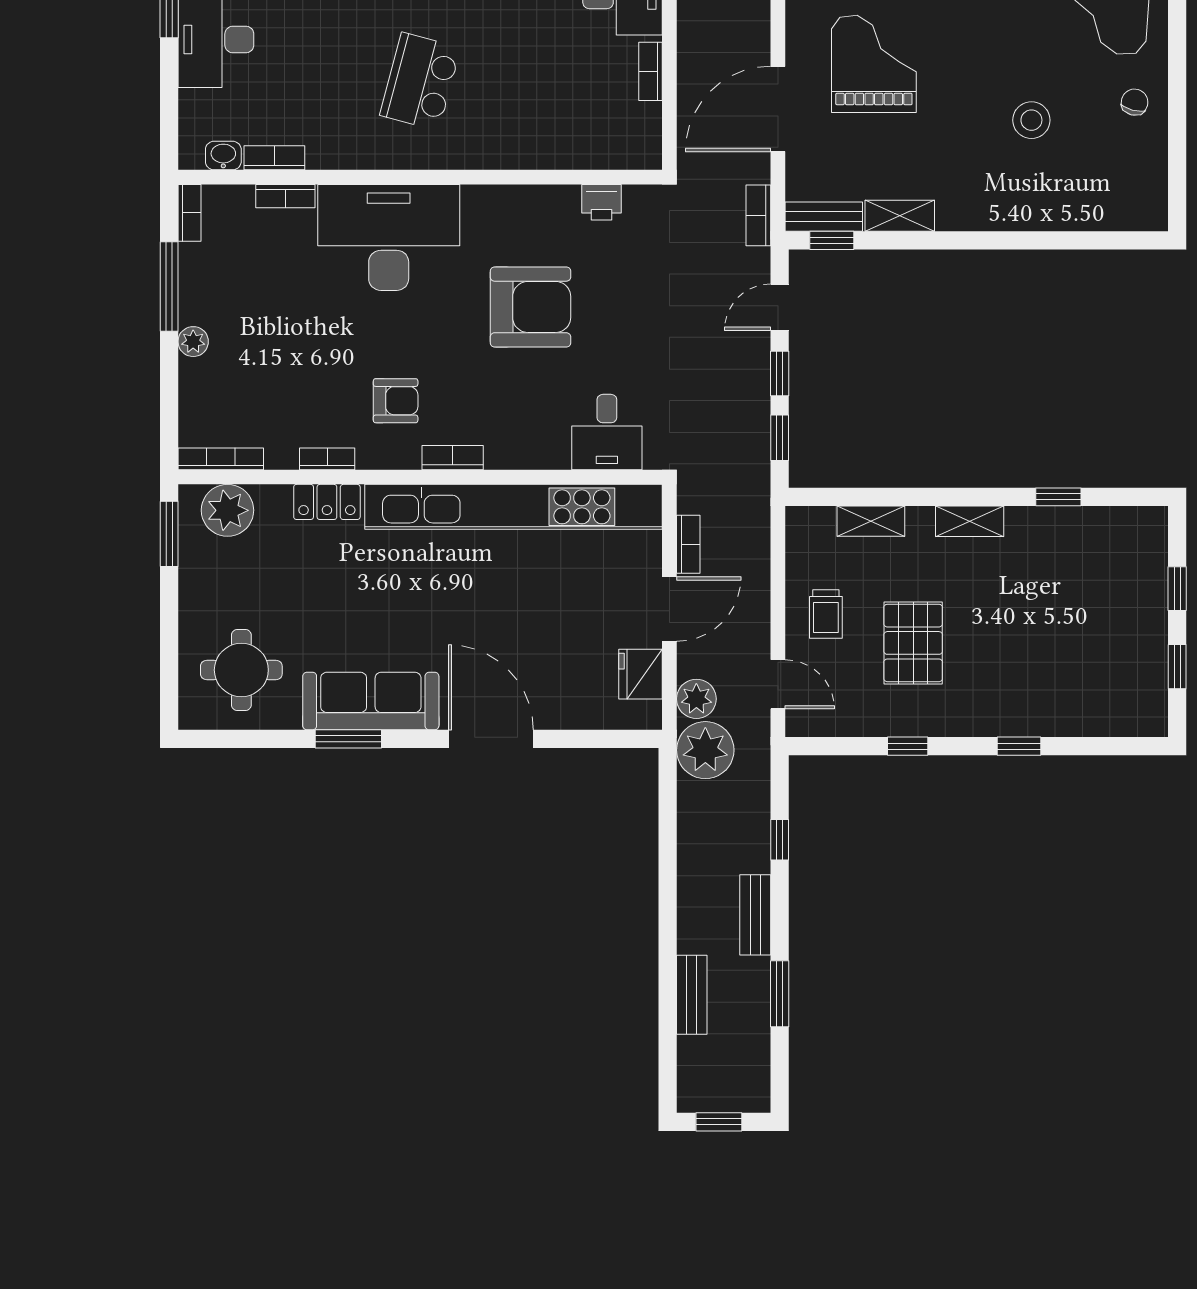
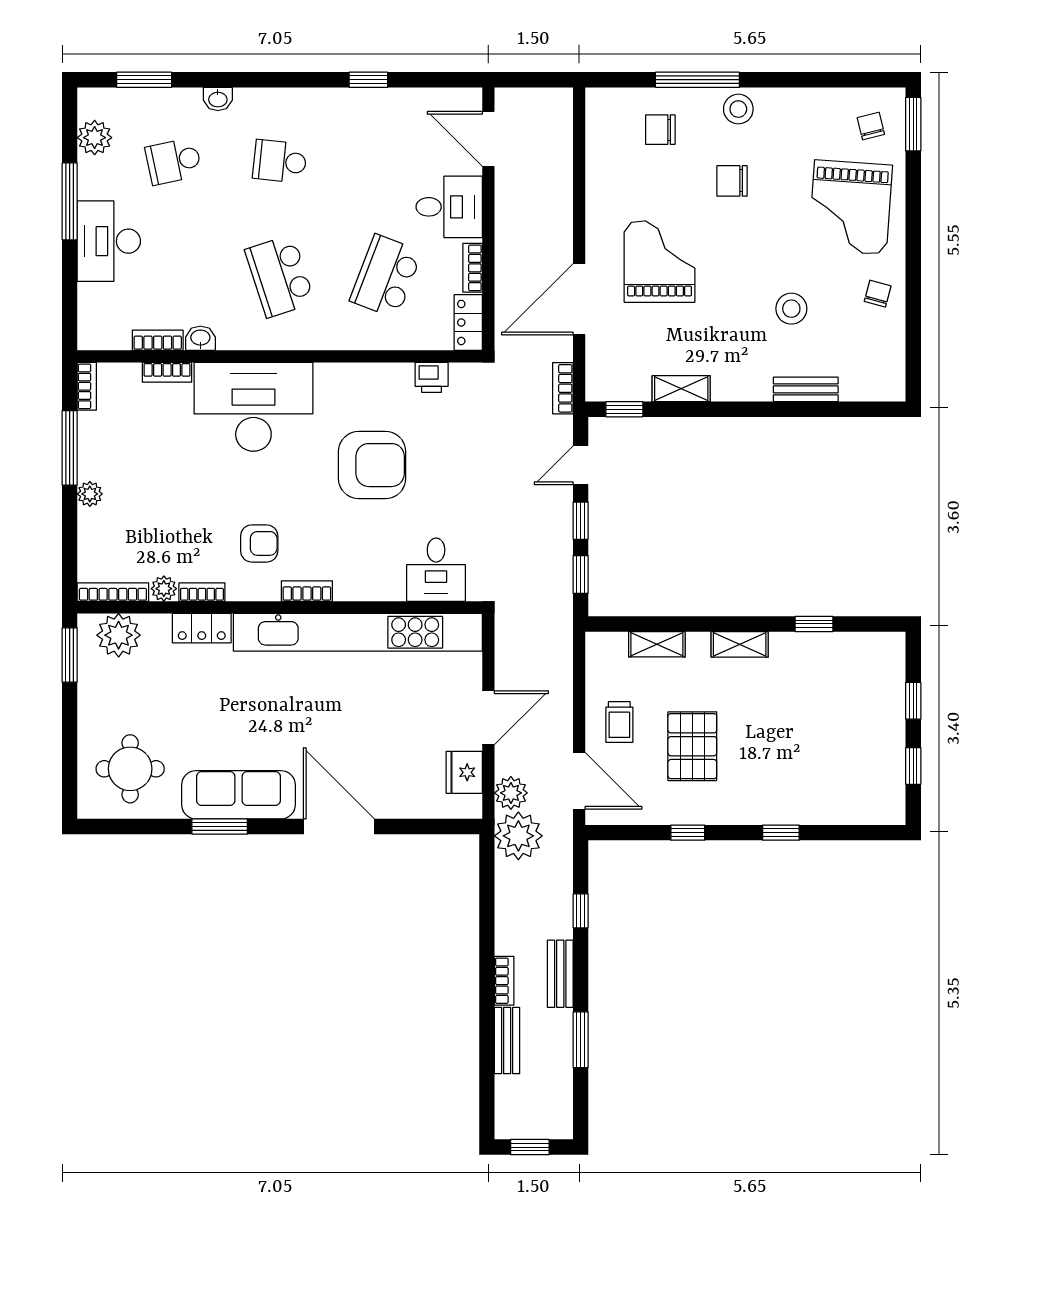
school desk: (420, 81) -> (280, 276), turned -33
school desk: (547, 81) -> (386, 276), added
locker: (645, 137) -> (468, 322), added
washbasin: (223, 156) -> (200, 338), moved
bench: (824, 217) -> (806, 389), moved
plant: (282, 455) -> (164, 589), added
bookcase: (688, 544) -> (504, 981), moved
door: (778, 684) -> (579, 781), width x1.38

